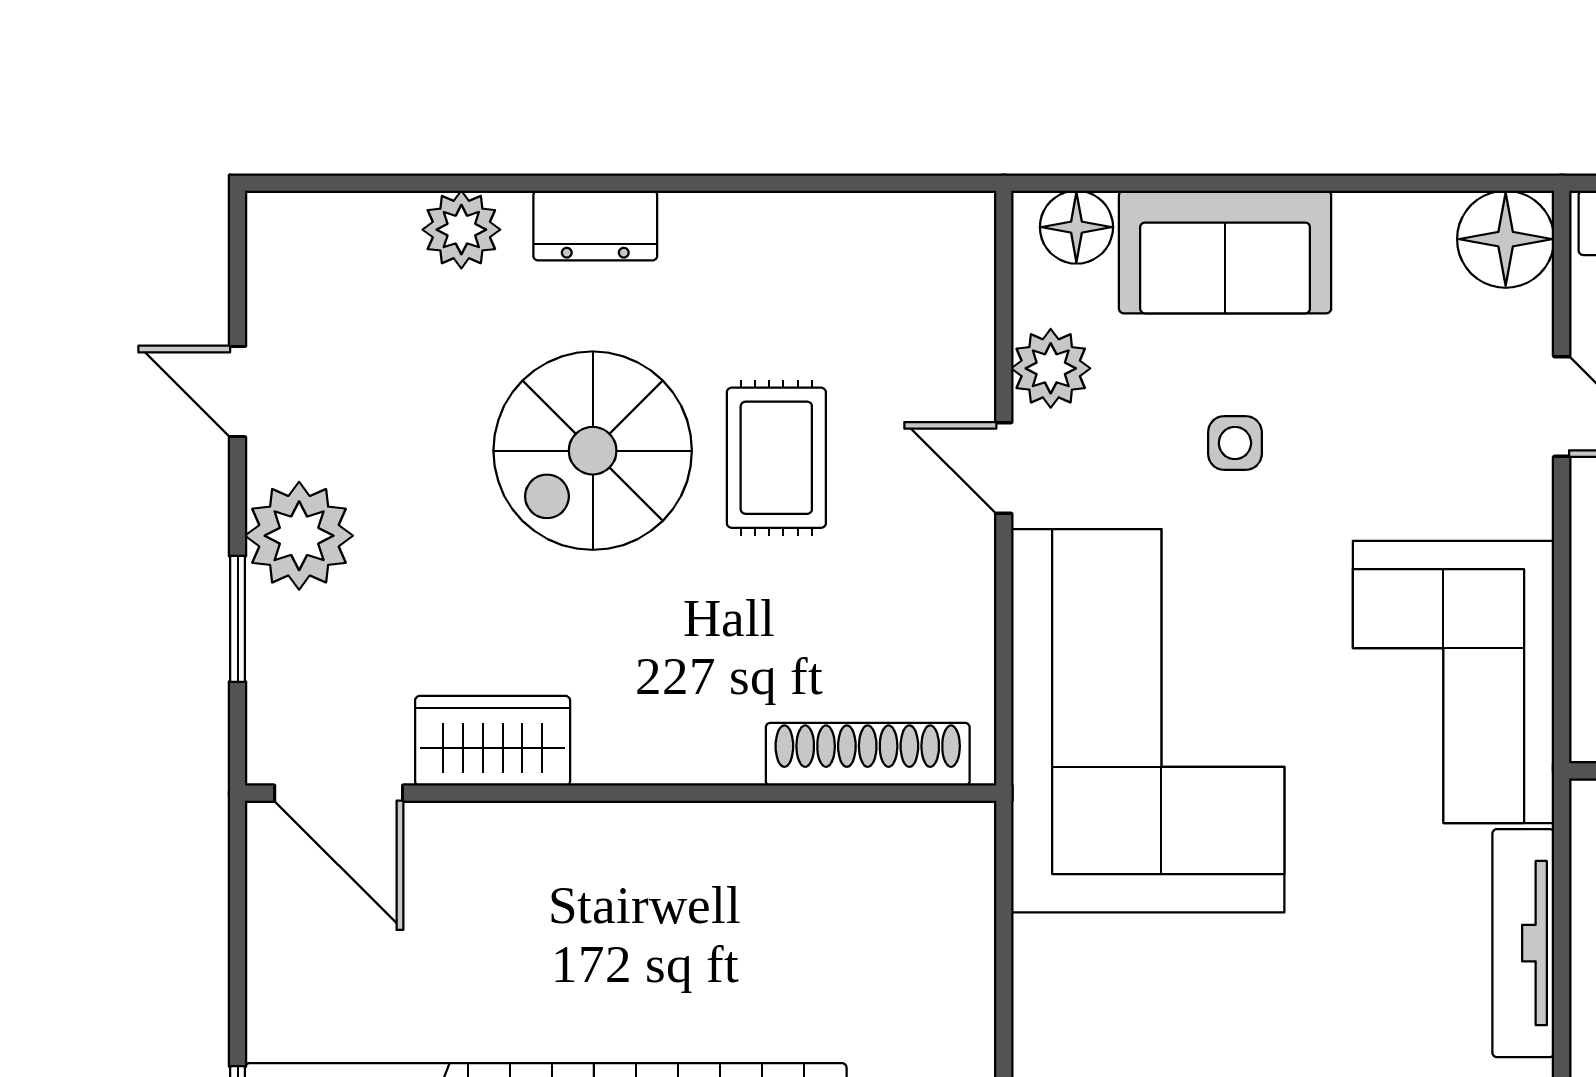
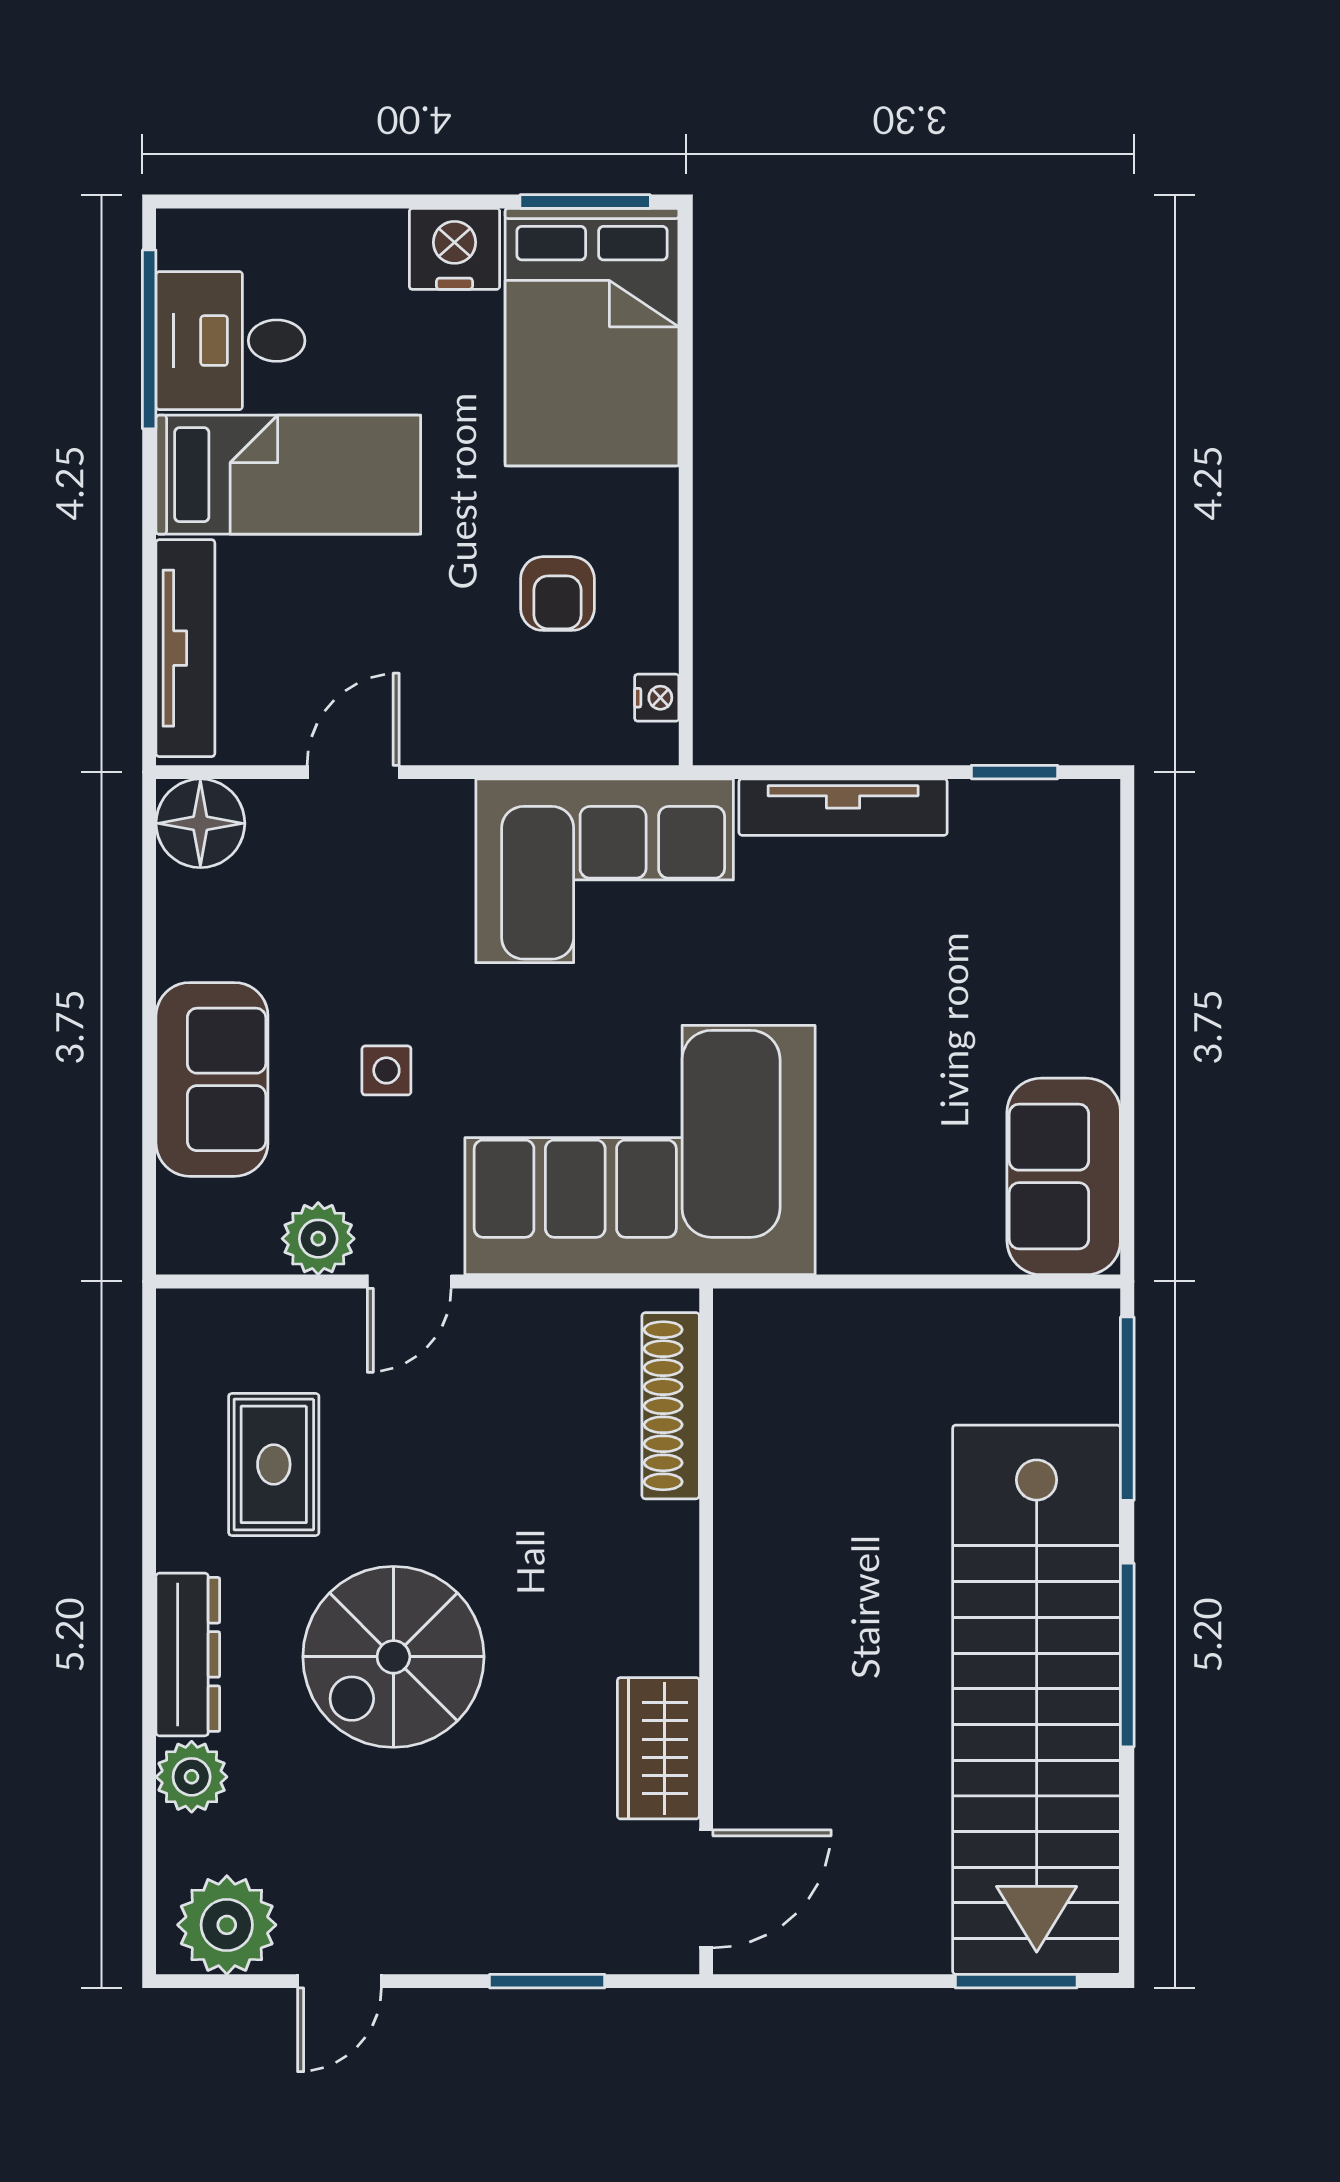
dresser: (595, 225) -> (188, 1654), width x1.44
floor lamp: (1076, 227) -> (189, 1215), removed
spiral stairs: (593, 451) -> (393, 1657), turned 90
rug: (776, 458) -> (274, 1464), moved, turned 90
plant: (299, 536) -> (227, 1925), moved

